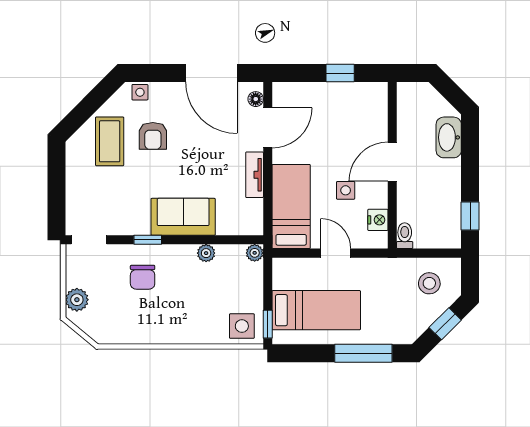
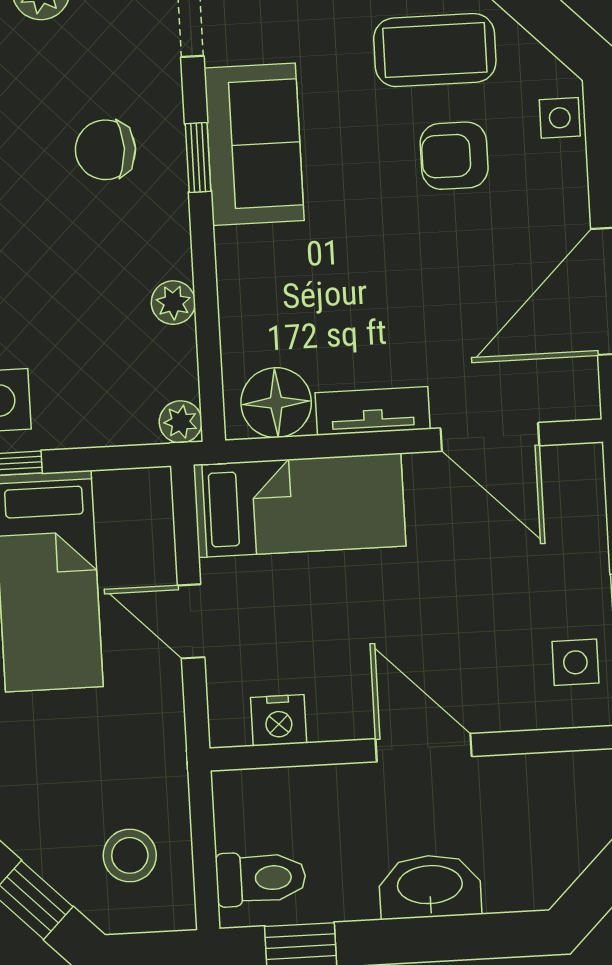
floor lamp: (256, 99) -> (276, 403), moved, width x1.89, depth x1.89
washbasin: (449, 137) -> (430, 886), moved
side table: (346, 190) -> (575, 662), moved
sofa: (183, 217) -> (254, 144), moved
toilet: (405, 236) -> (261, 878), moved, width x1.37, depth x1.39
door: (336, 253) -> (191, 621), swing flipped

